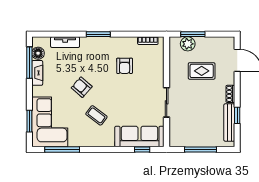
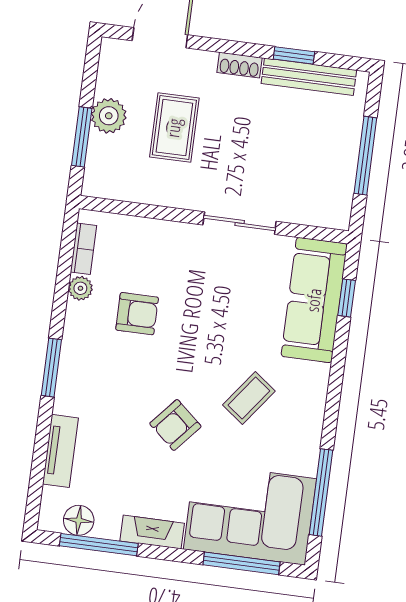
plant: (132, 42) -> (80, 288), added
plant: (188, 44) -> (109, 116), moved
fireplace: (37, 73) -> (152, 532), moved
window: (29, 121) -> (241, 563), width x1.44

